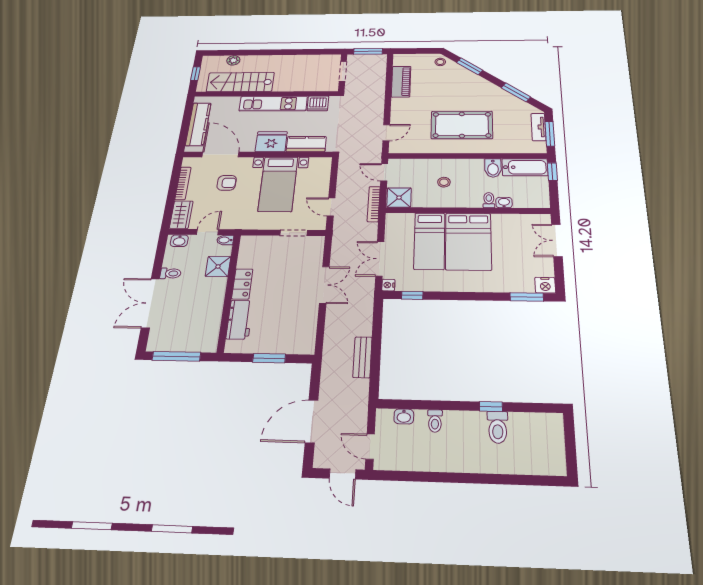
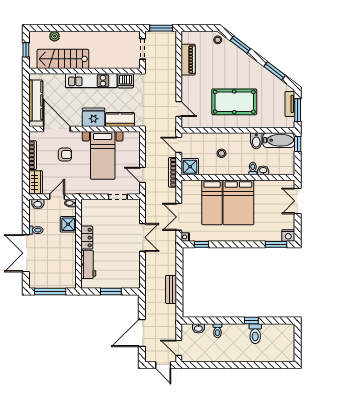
door: (386, 133) -> (179, 109), hinge flipped

